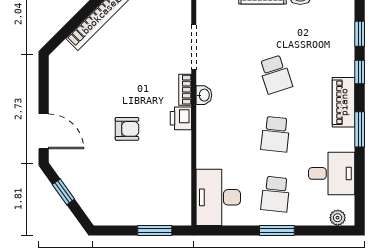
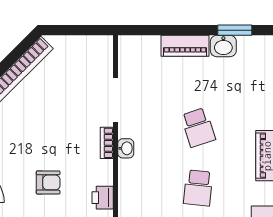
printer: (181, 118) -> (103, 198), moved

